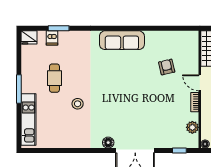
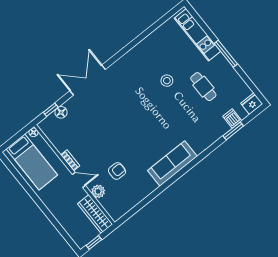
armchair: (167, 67) -> (117, 171), turned -77
plant: (192, 127) -> (98, 191), moved
floor lamp: (108, 143) -> (61, 112), moved

